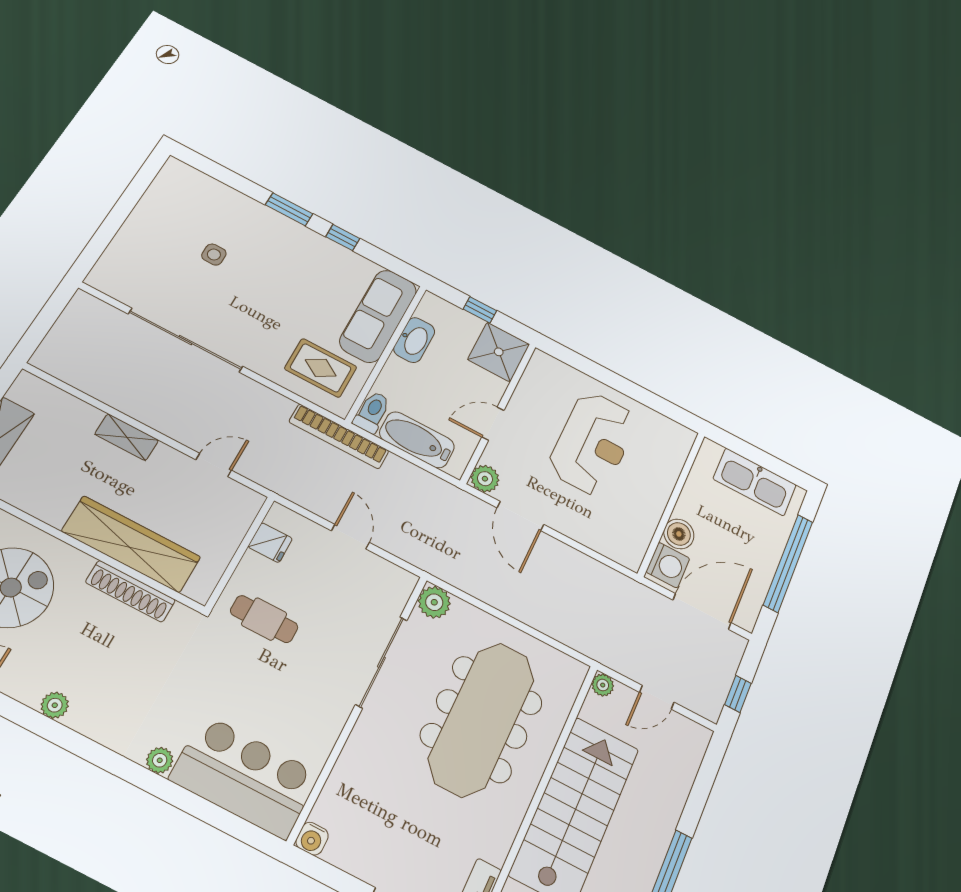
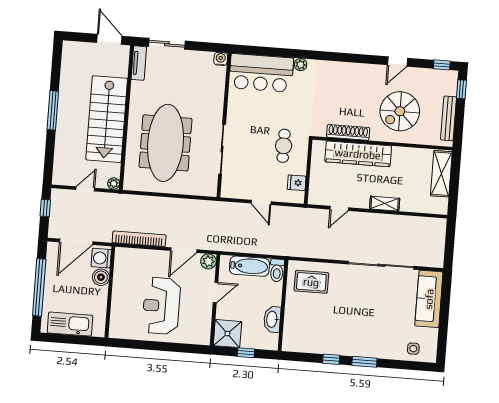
side table: (214, 255) -> (413, 349), moved
sofa: (378, 316) -> (429, 299), moved, turned 180
bookcase: (339, 436) -> (139, 239), moved
door: (520, 516) -> (184, 250), swing flipped
plant: (434, 602) -> (209, 188), removed
cafe table: (264, 619) -> (284, 146), turned 90
plant: (55, 705) -> (356, 69), removed

